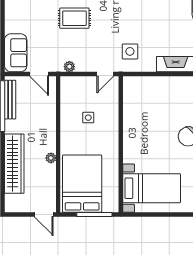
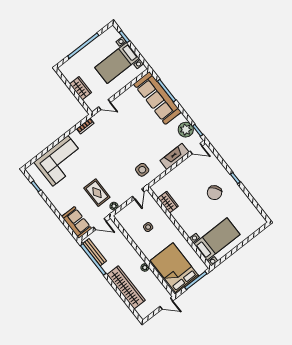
rug: (74, 18) -> (97, 193), moved, turned 90
wardrobe: (130, 108) -> (168, 202), added

